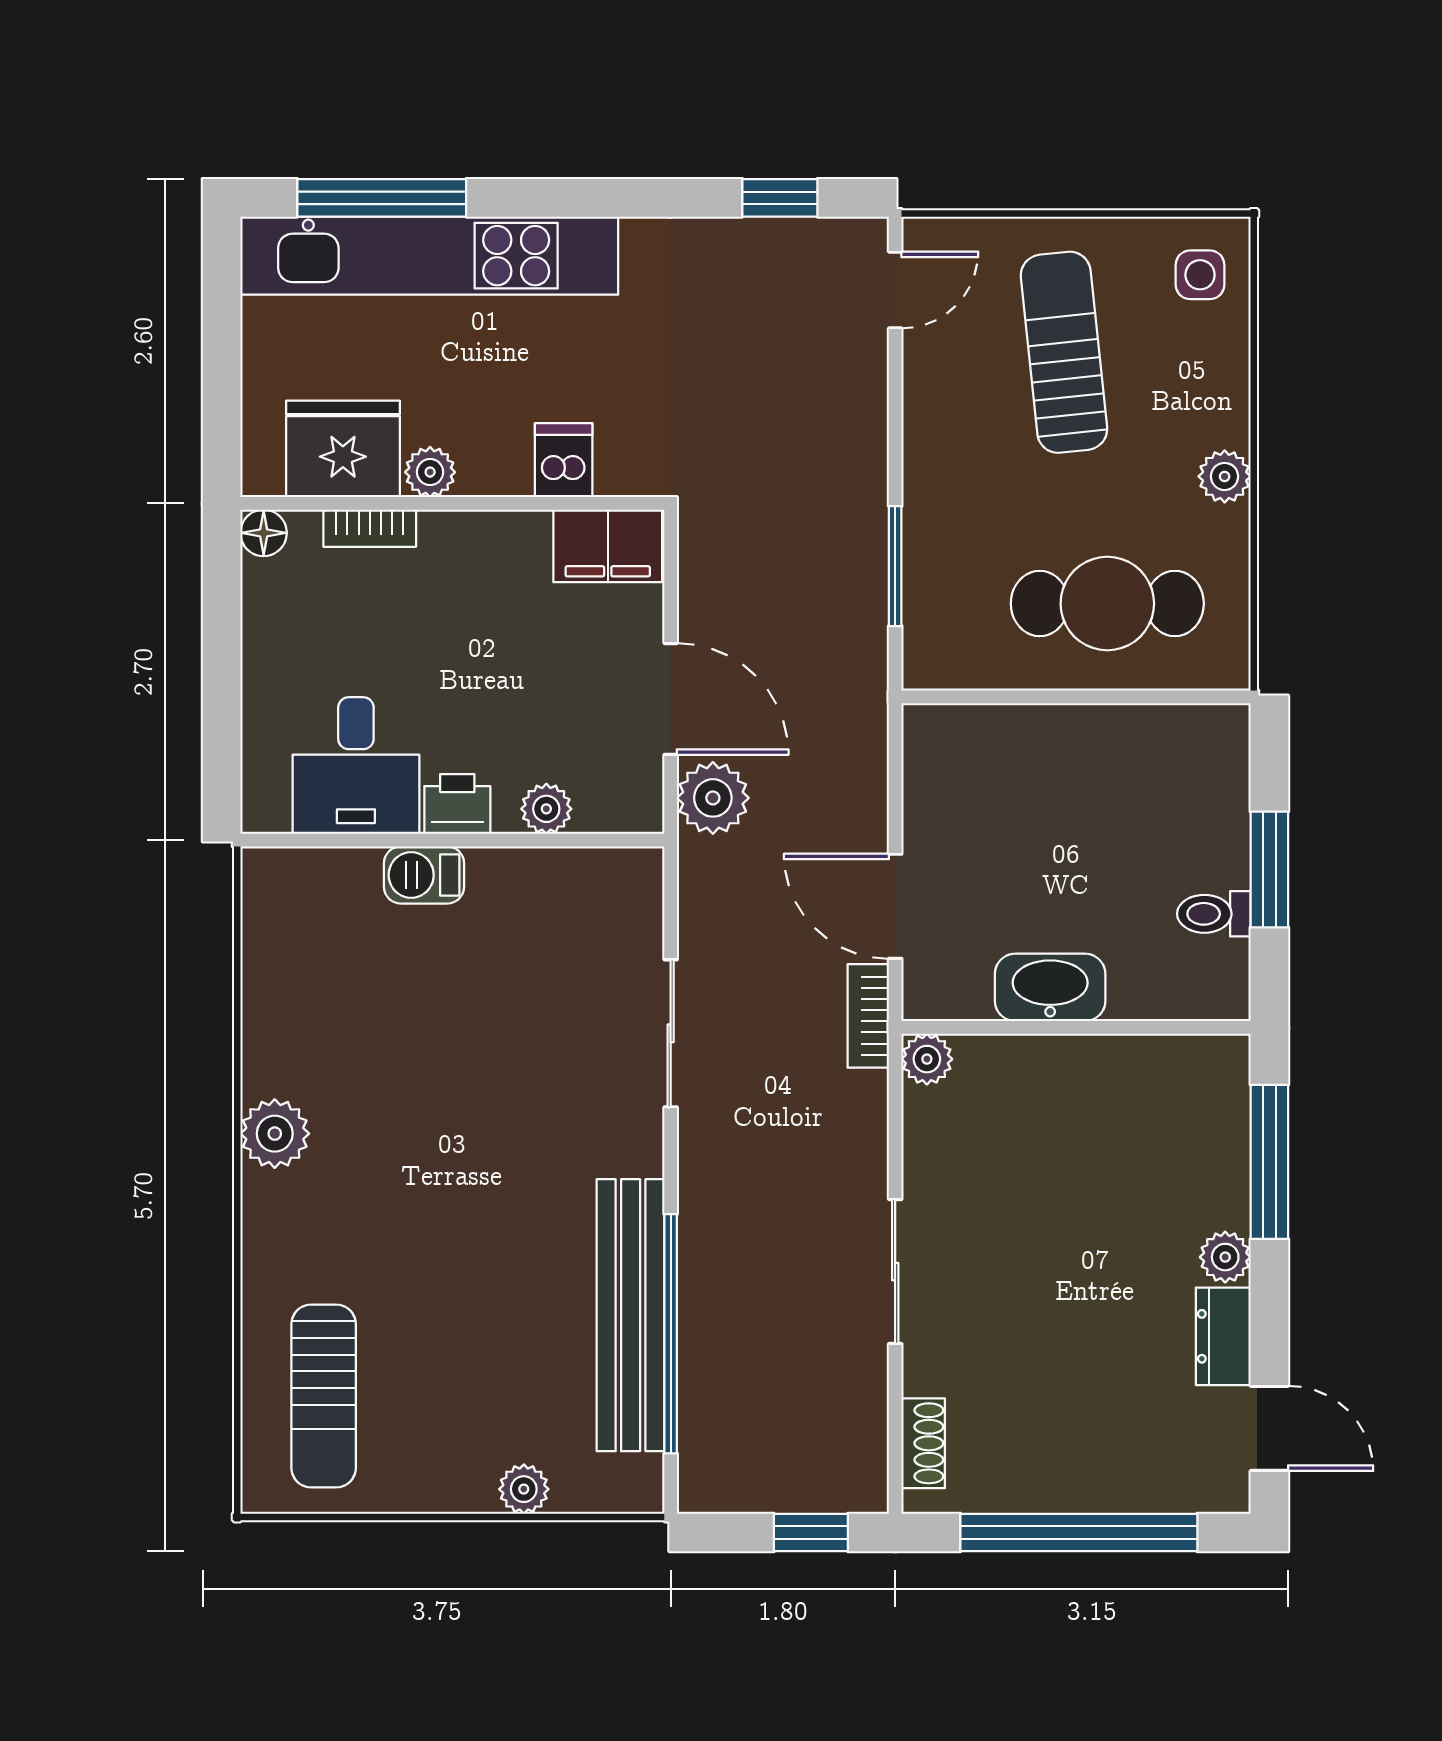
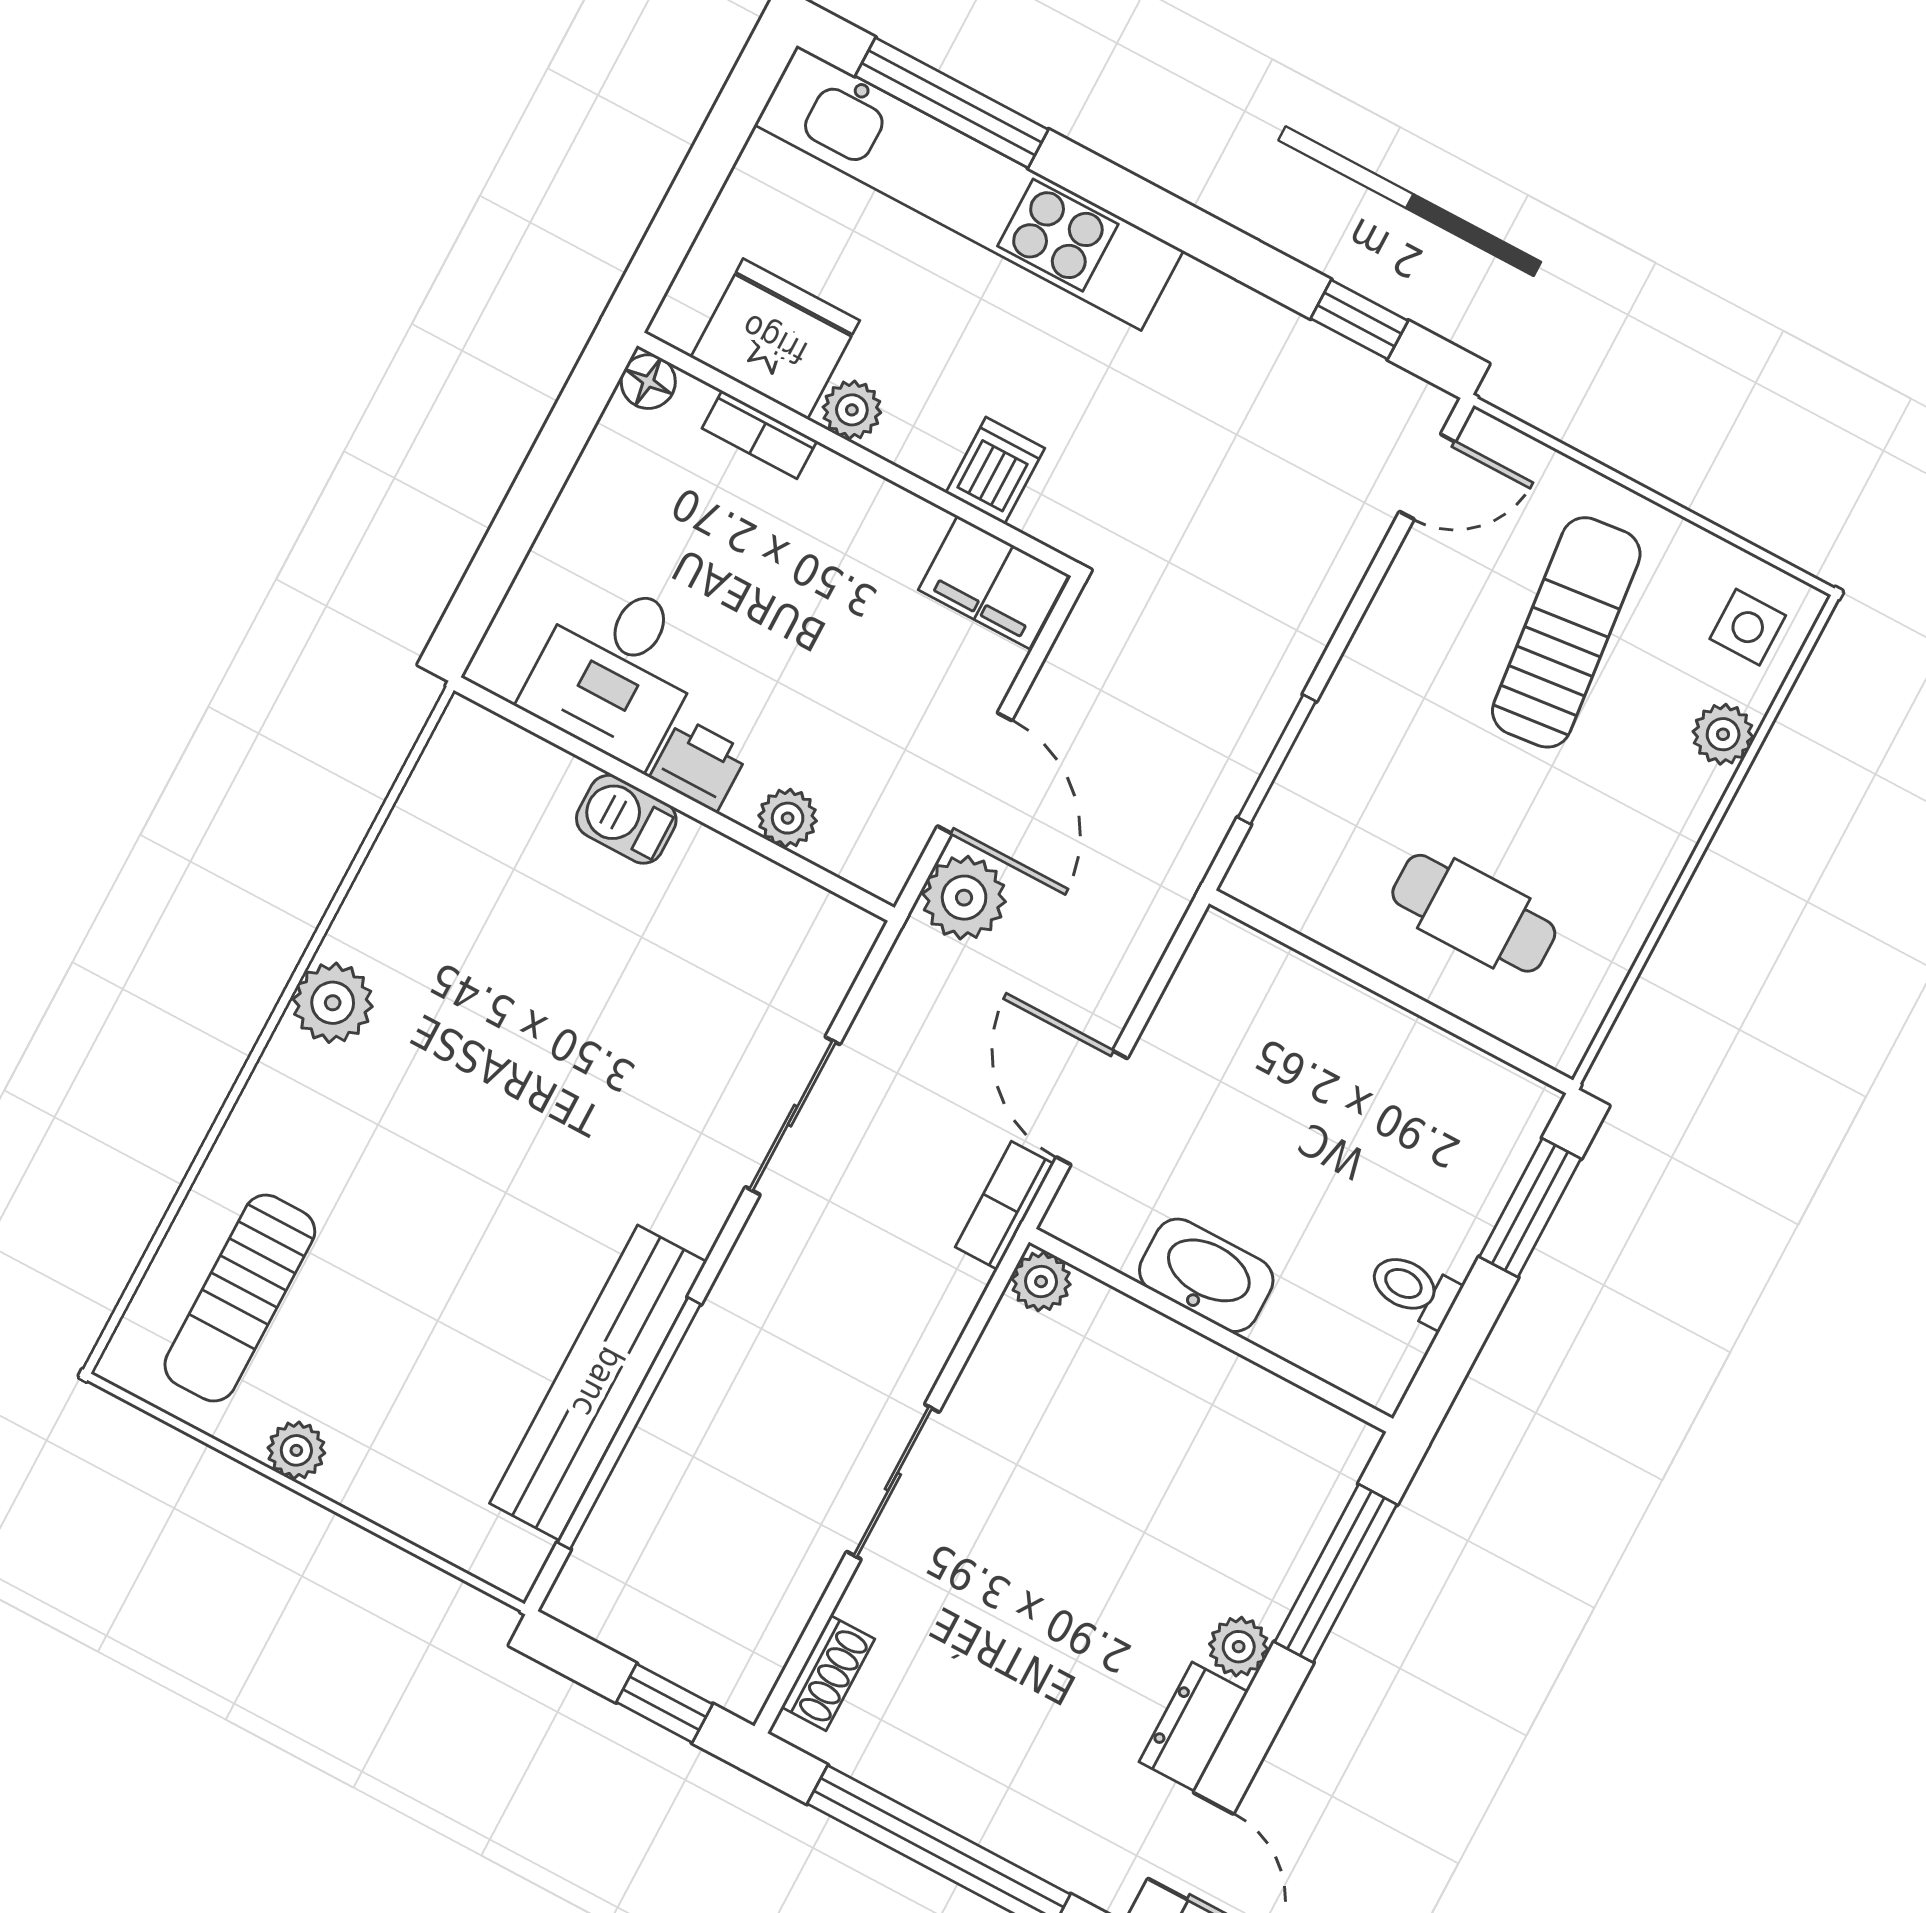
plant: (1225, 476) -> (1723, 734), moved
cafe table: (1107, 604) -> (1474, 913), width x0.73, depth x0.74
window: (1269, 870) -> (1530, 1208), moved
plant: (524, 1489) -> (296, 1450), moved

